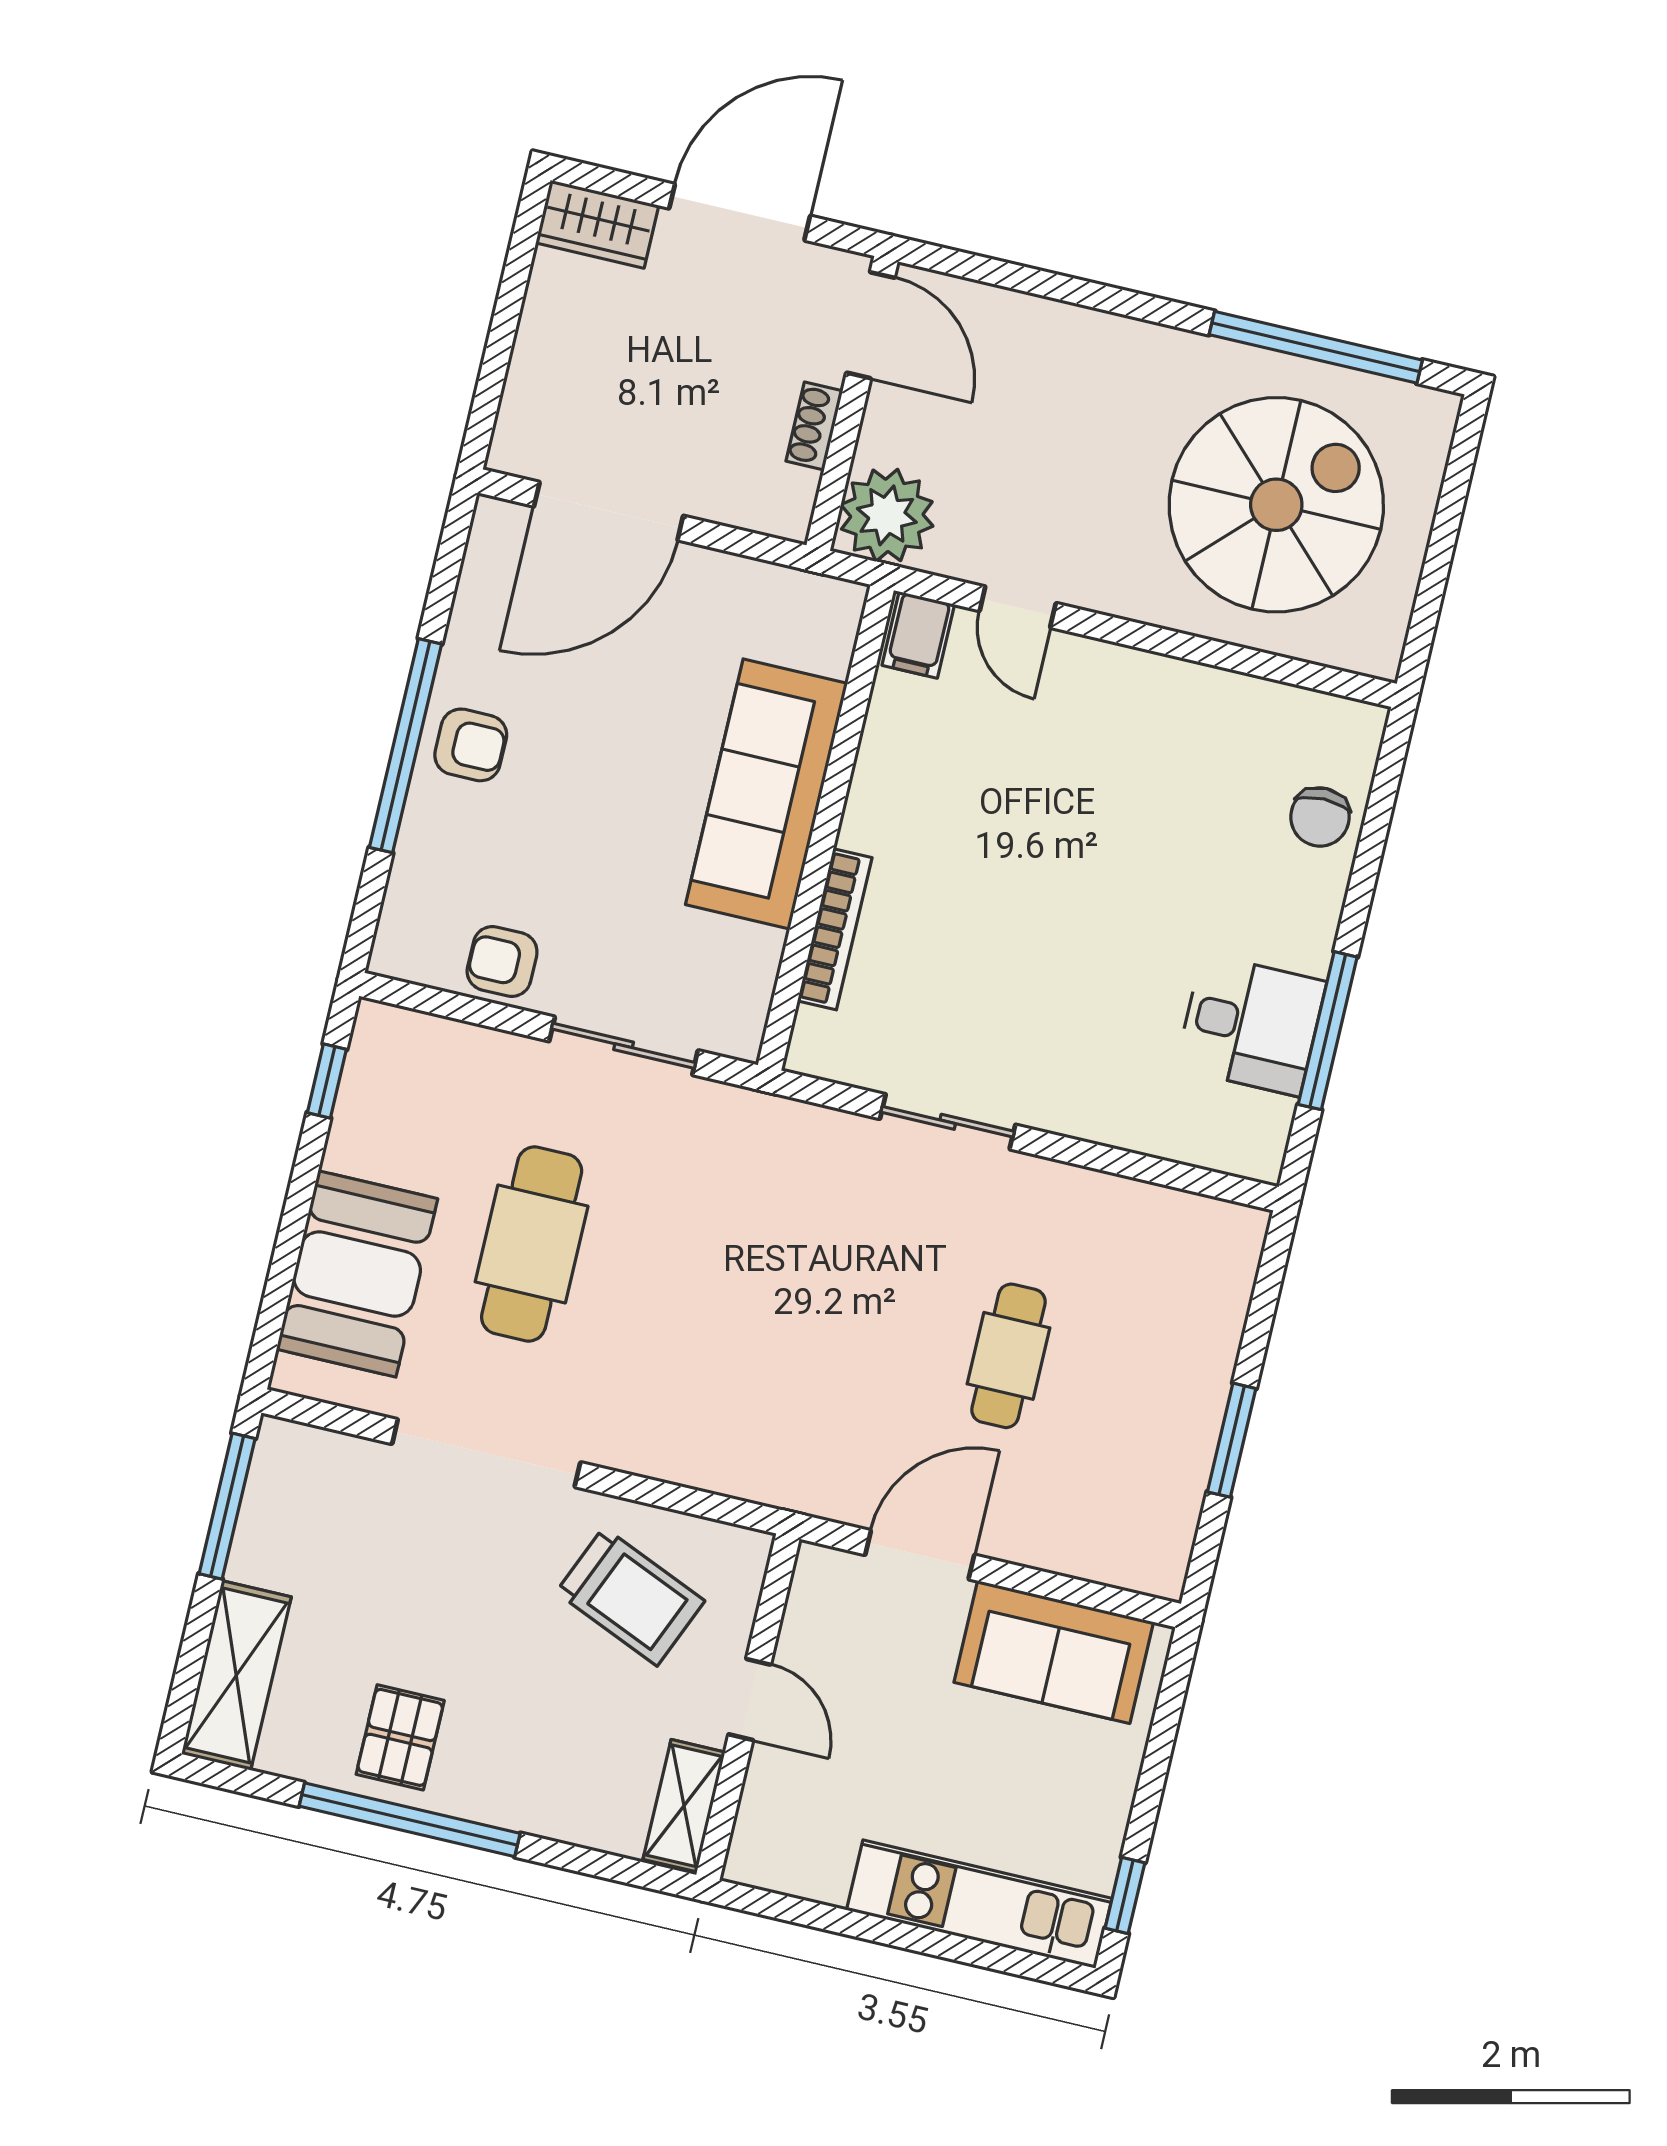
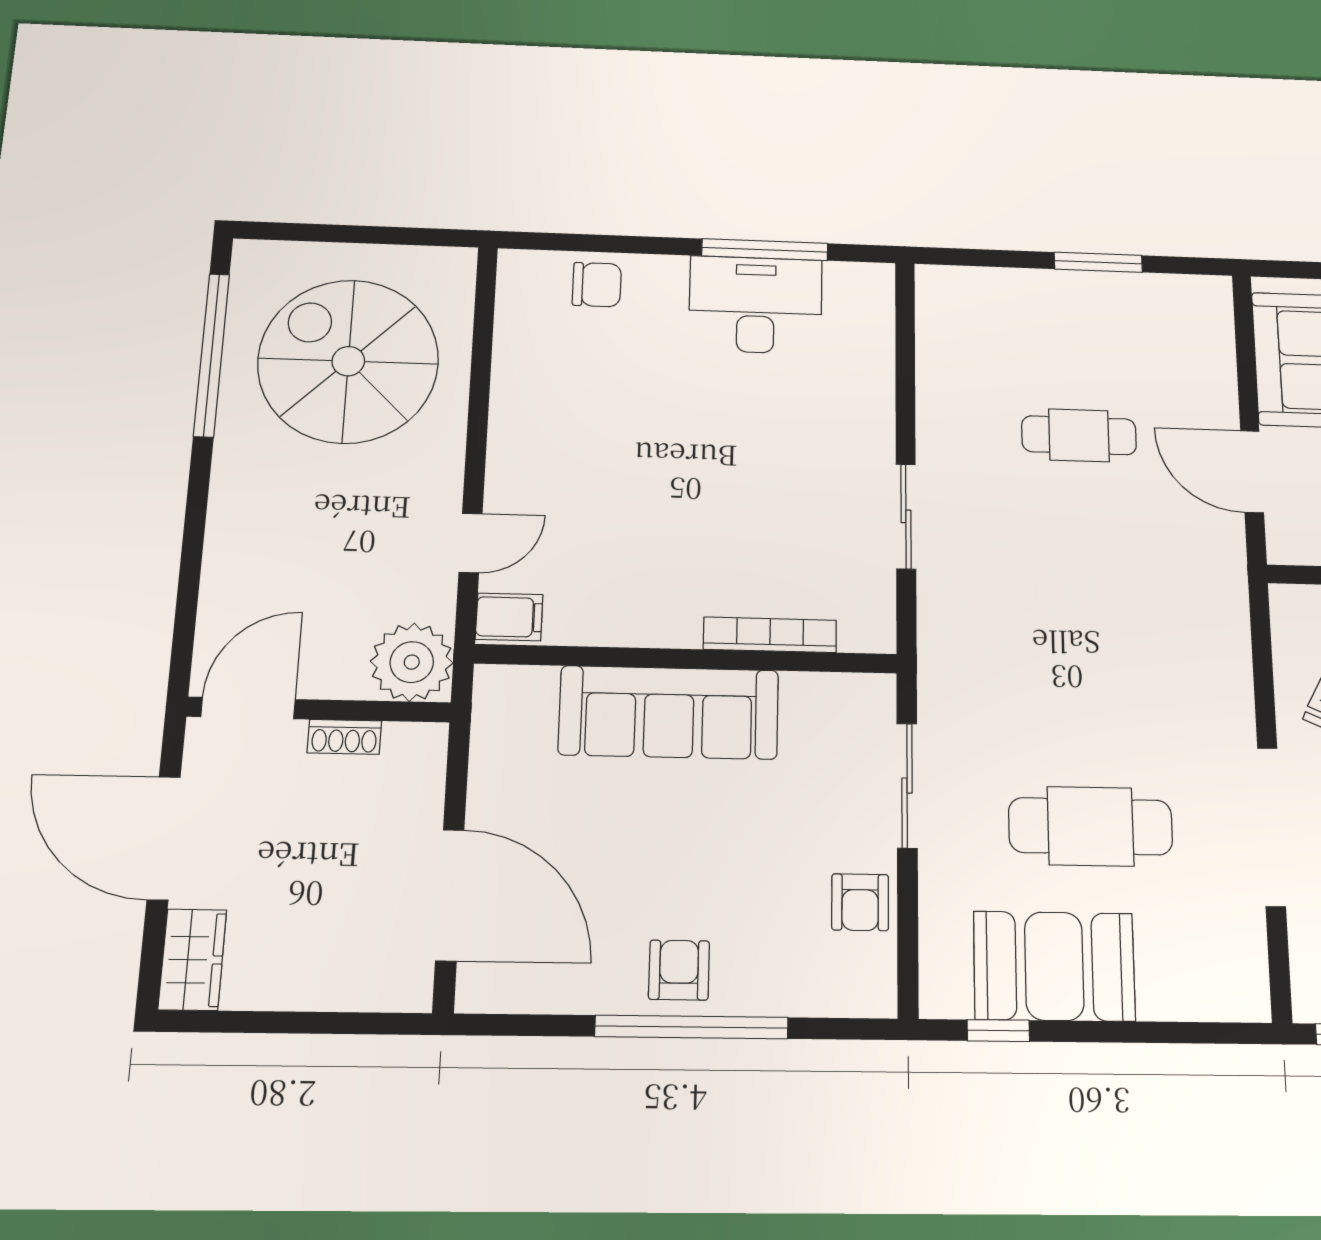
desk: (1251, 1025) -> (756, 305), width x1.37
booth: (357, 1274) -> (1054, 966), moved

